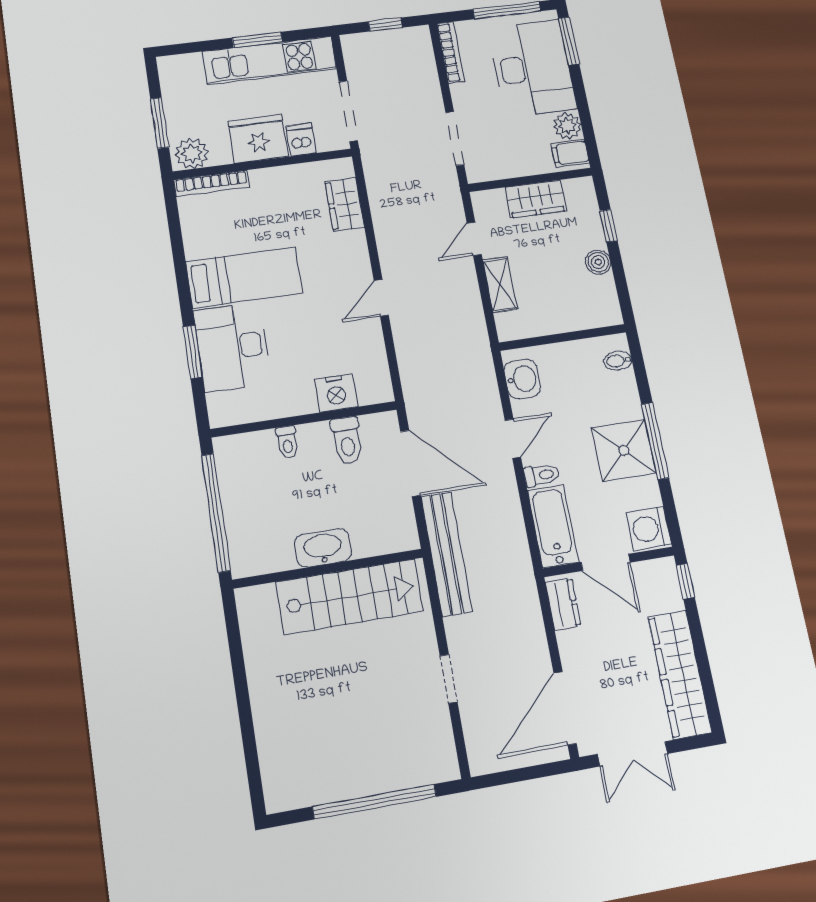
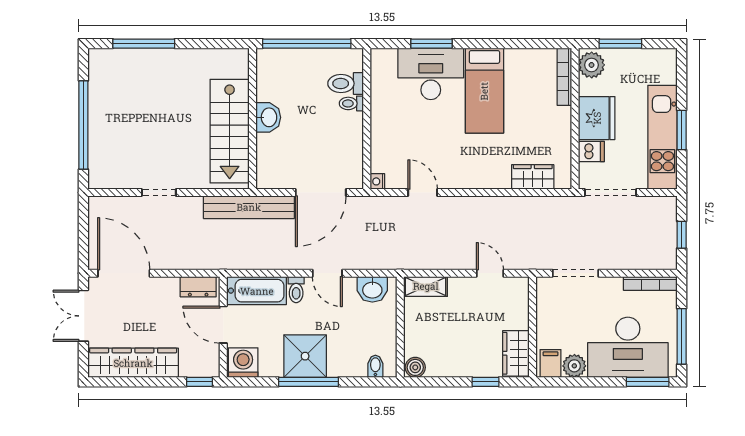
wardrobe: (536, 199) -> (516, 353), moved
boiler: (598, 262) -> (415, 367), moved
shelving: (500, 284) -> (426, 286), moved
door: (381, 298) -> (423, 193), moved
nightstand: (336, 393) -> (377, 181), moved, width x0.53, depth x0.56
toilet: (347, 440) -> (346, 83), moved
washbasin: (323, 548) -> (268, 117), width x0.72
door: (606, 562) -> (223, 325), hinge flipped
window: (248, 736) -> (144, 44), added

